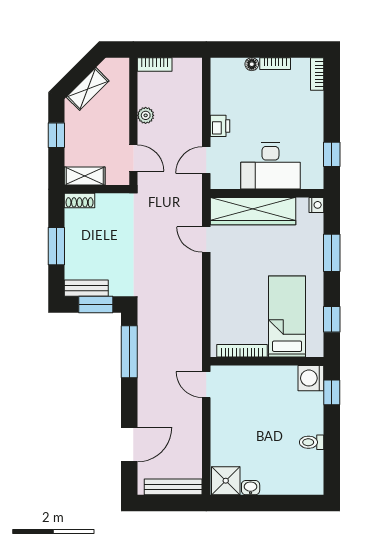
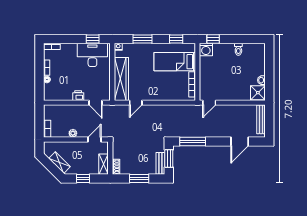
desk: (270, 166) -> (92, 55), moved, turned -90
door: (129, 444) -> (240, 142), swing flipped

